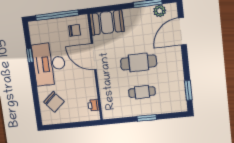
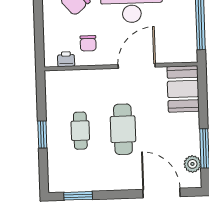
chair: (75, 30) -> (88, 43), moved

